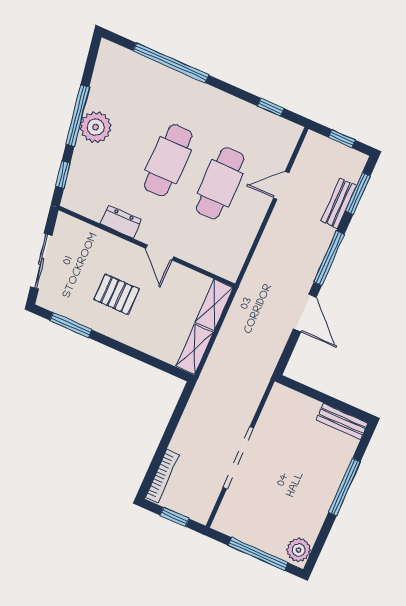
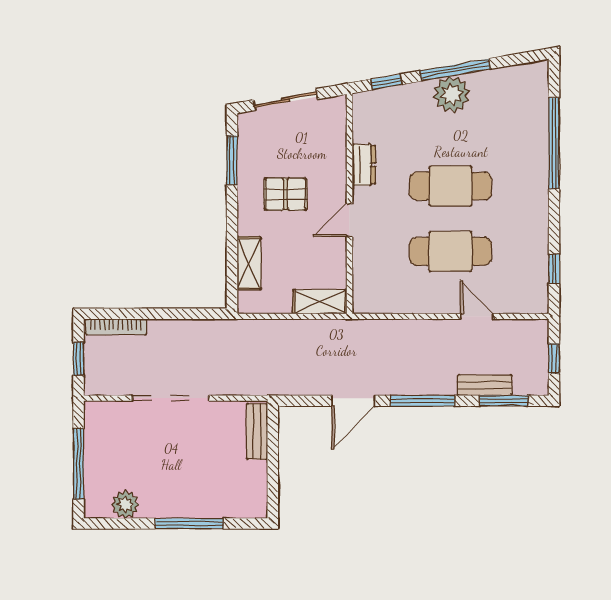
pallet: (116, 294) -> (285, 194), turned 90
shelving: (195, 349) -> (249, 263), moved, turned 90
bench: (342, 421) -> (257, 431), moved
plant: (299, 550) -> (125, 505), moved

